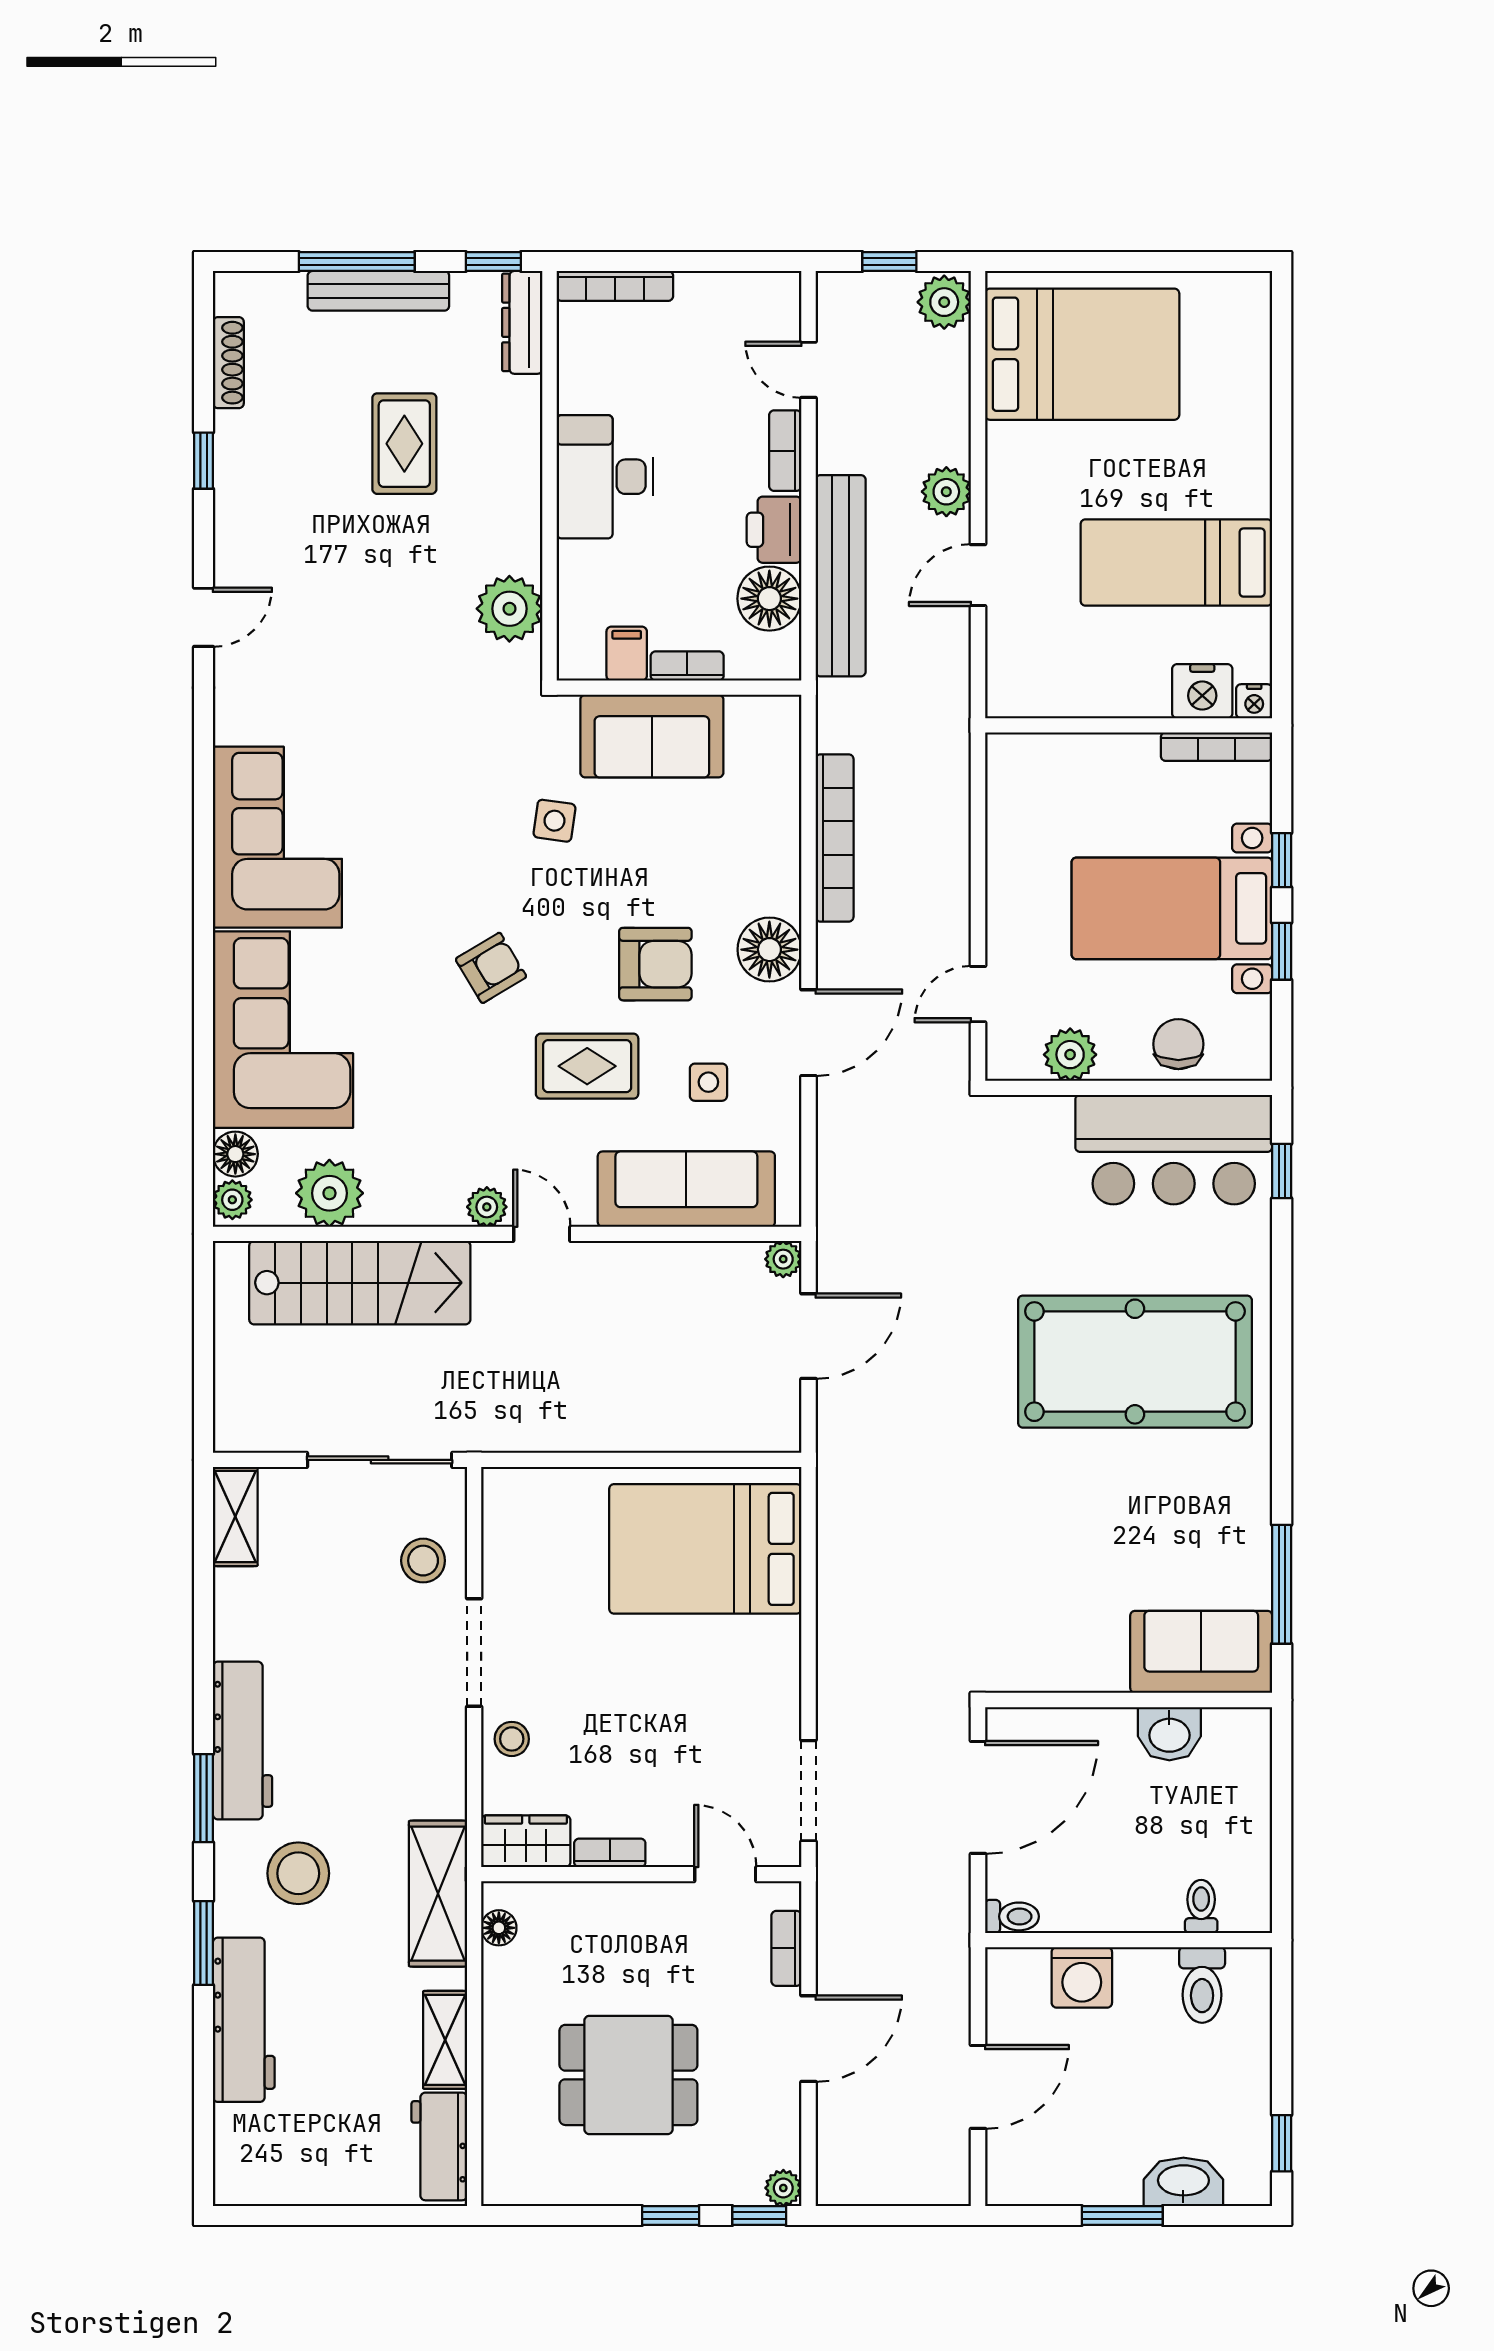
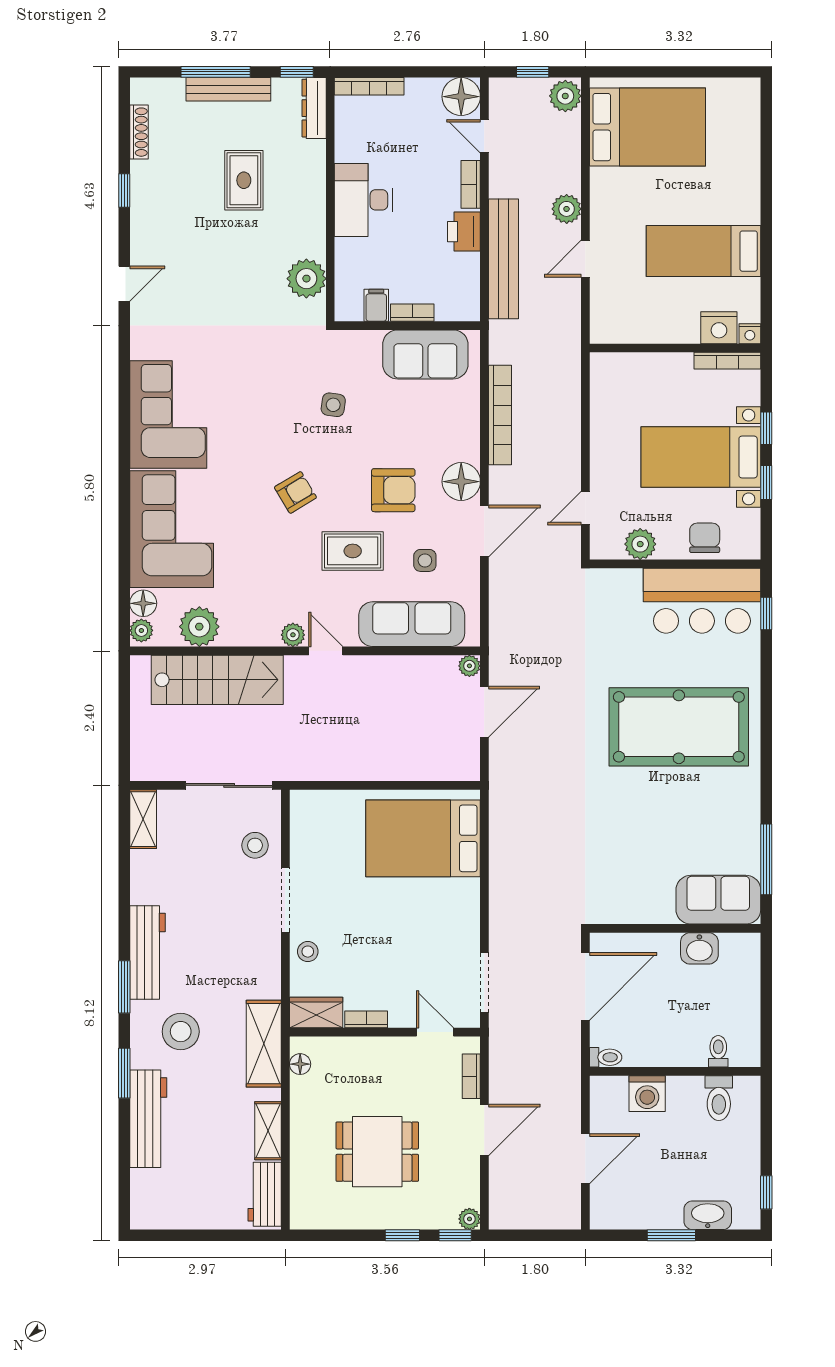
floor lamp: (769, 599) -> (461, 97), moved
sofa: (652, 736) -> (425, 354), moved

